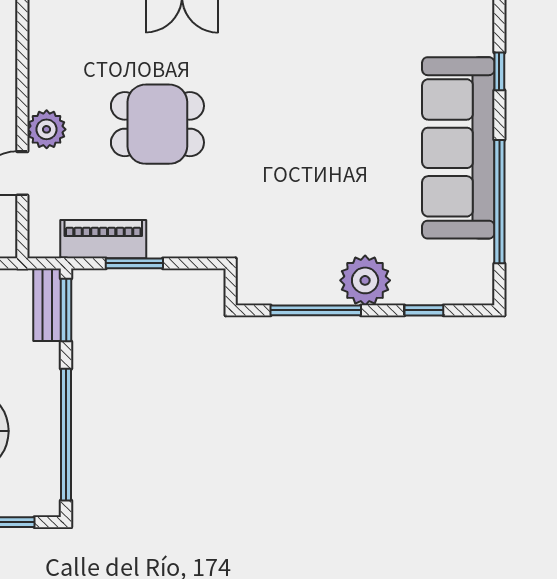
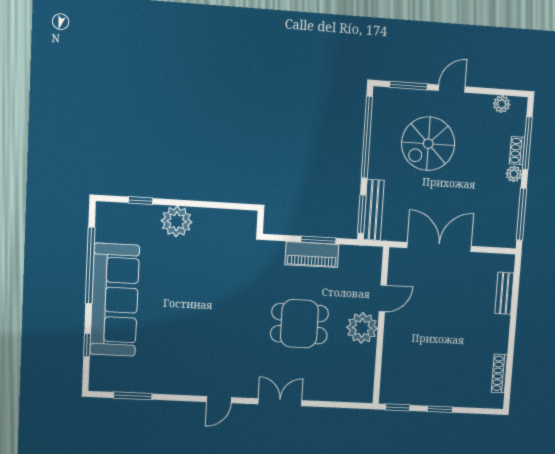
plant: (47, 129) -> (362, 328), width x1.36, depth x1.36
piano: (103, 239) -> (312, 255), moved
bench: (47, 305) -> (374, 210), width x1.36
window: (316, 310) -> (208, 205), removed

